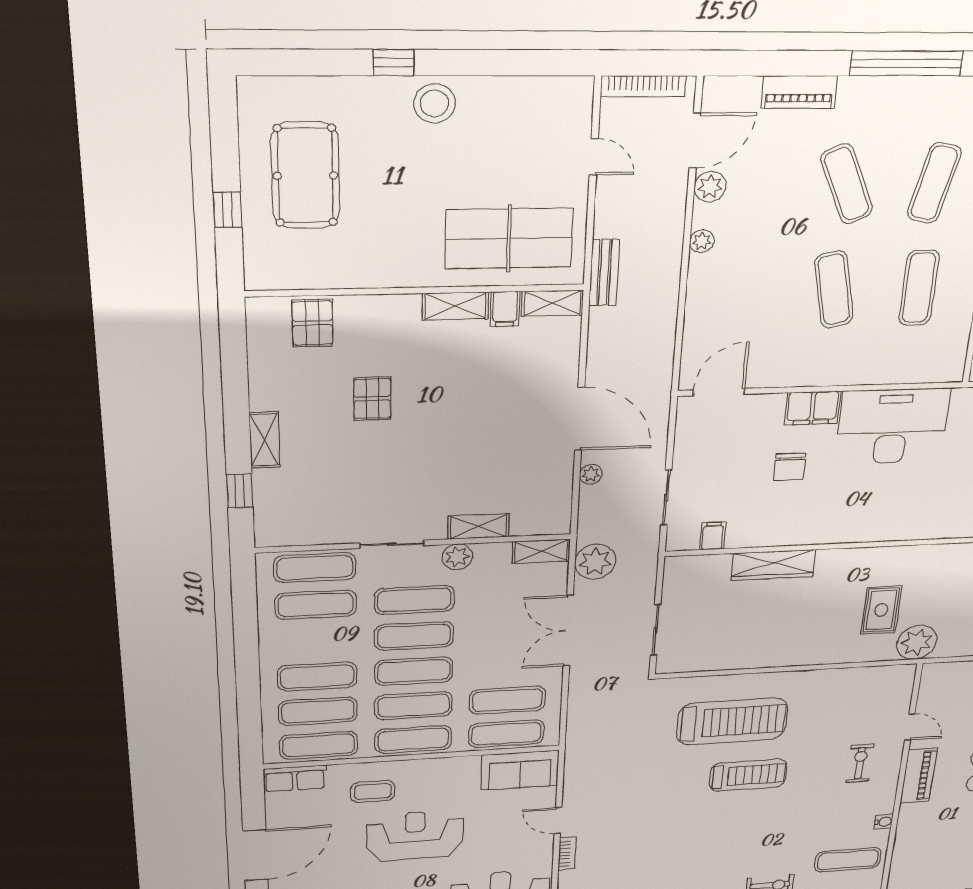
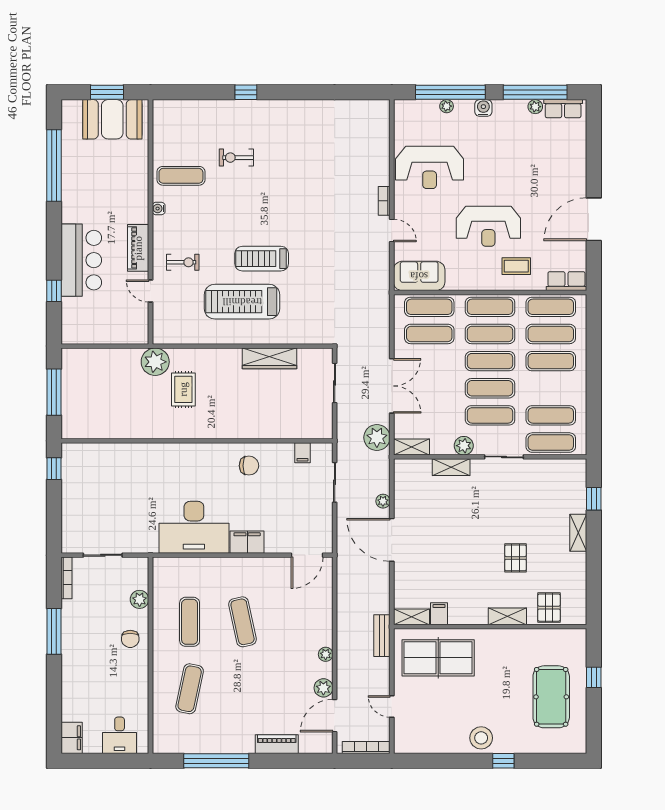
exercise mat: (847, 184) -> (243, 689), removed
shelving: (455, 306) -> (507, 616), moved
chair: (790, 467) -> (249, 466), moved, turned 90
wardrobe: (773, 565) -> (269, 358), moved, turned 180
treadmill: (732, 722) -> (242, 302), moved
exercise bike: (860, 763) -> (183, 262), turned -90

